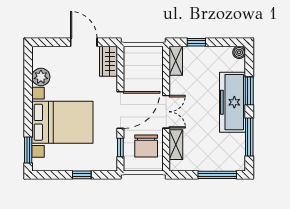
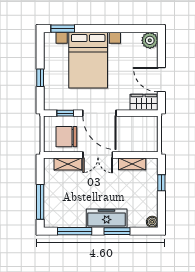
door: (84, 42) -> (161, 80), swing flipped
shelving: (176, 61) -> (132, 164), moved
plant: (41, 77) -> (150, 40), moved
freezer: (232, 102) -> (107, 218), width x0.73, depth x0.79

